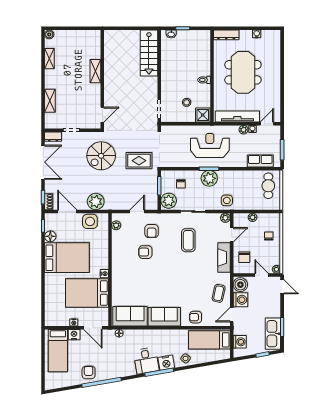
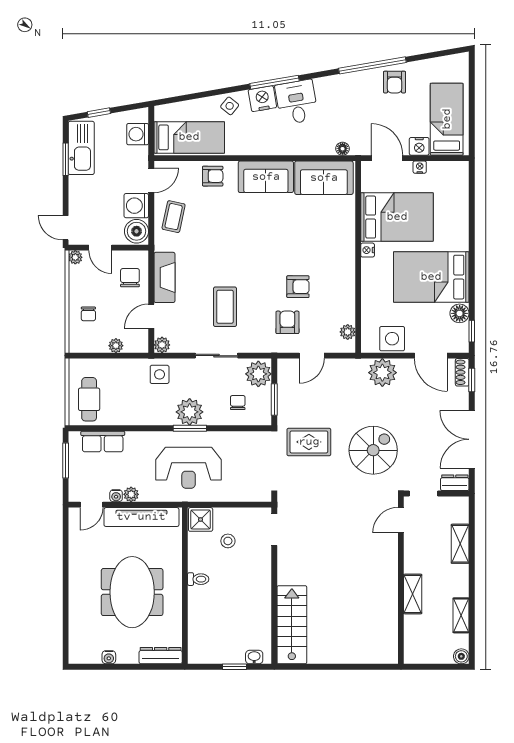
shelving: (95, 71) -> (413, 594), moved
wall: (102, 79) -> (401, 580), moved
door: (102, 115) -> (401, 520), moved

